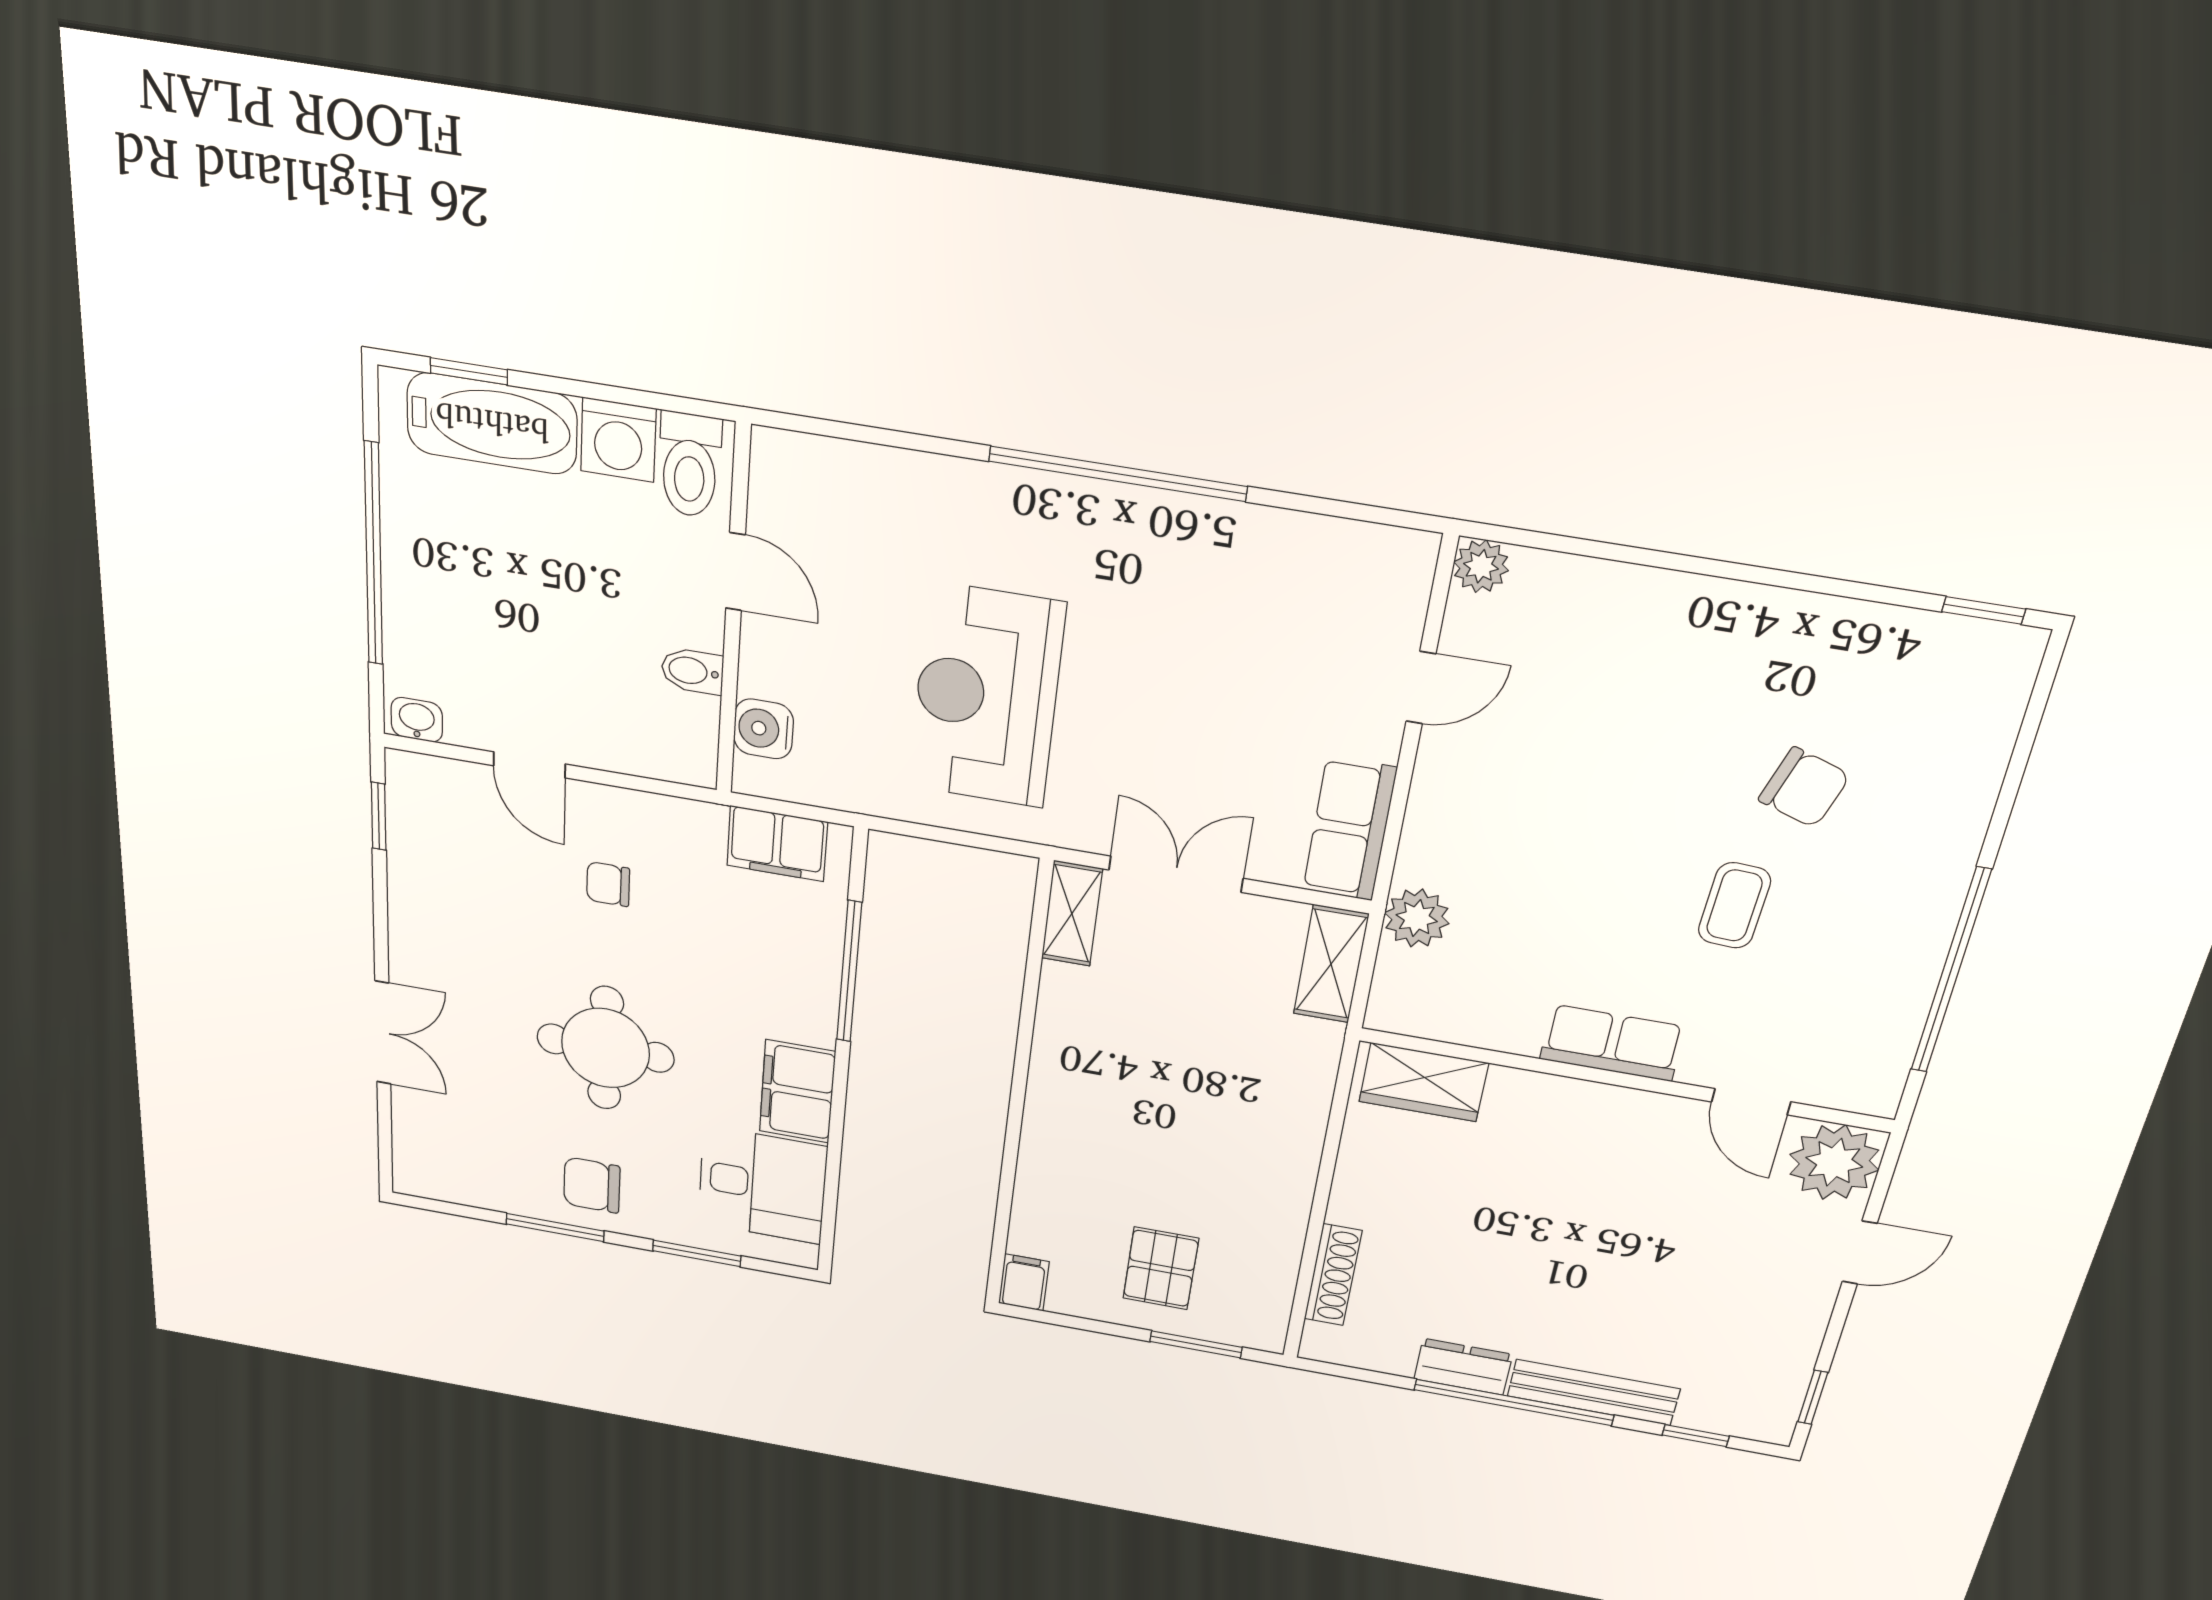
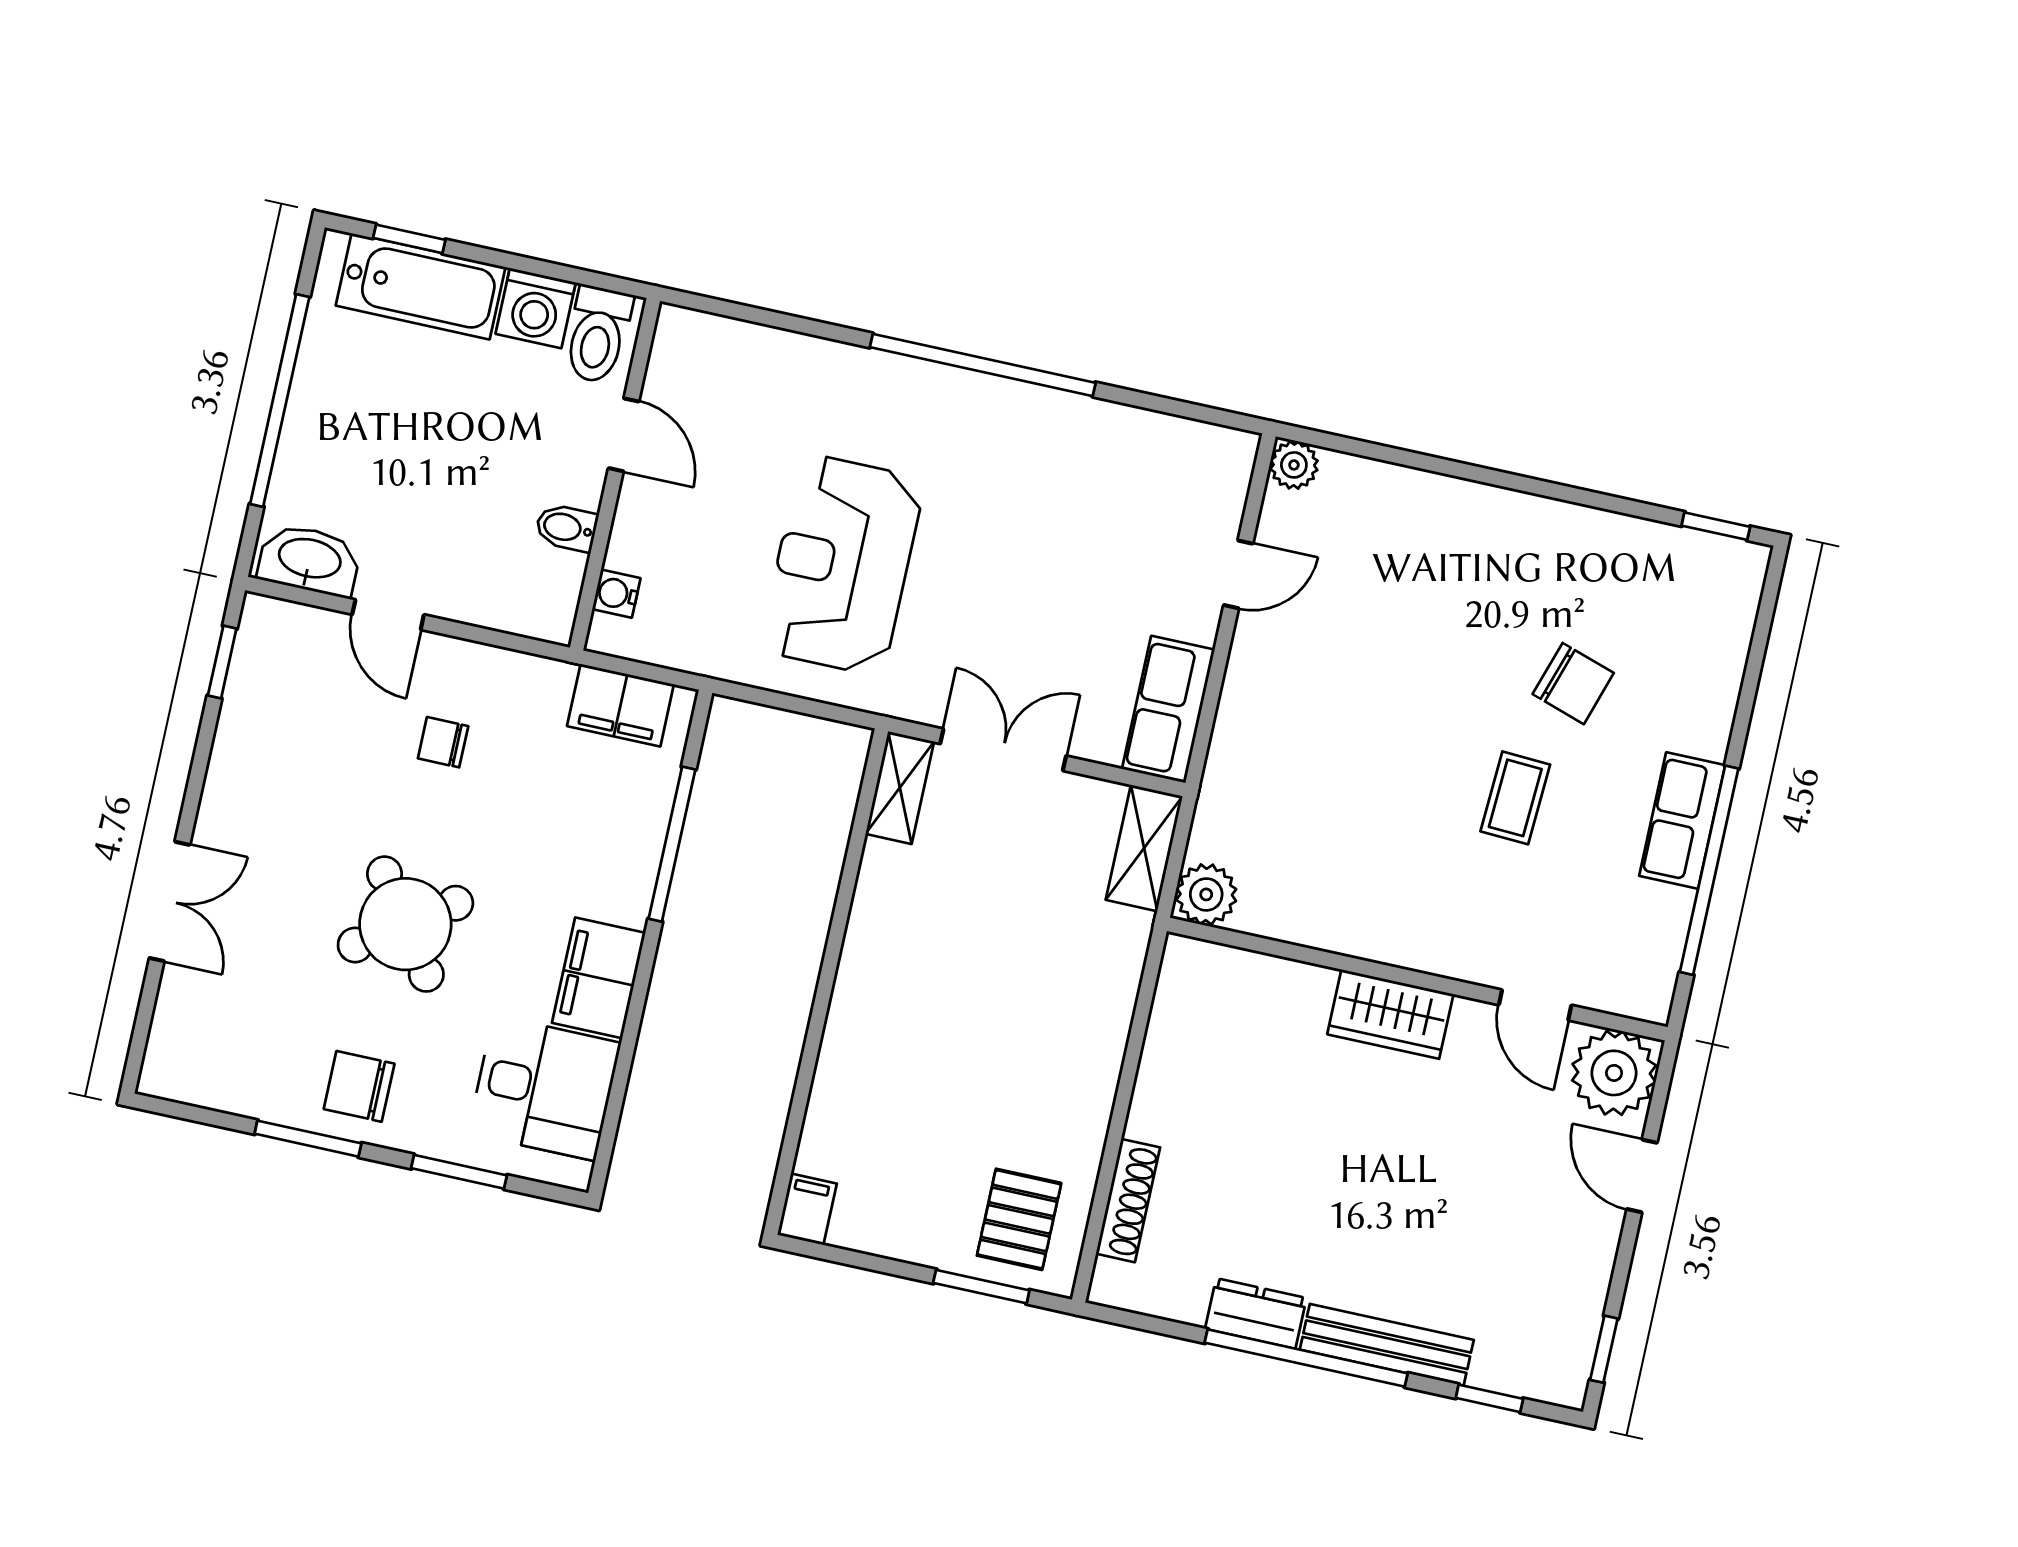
washbasin: (417, 720) -> (309, 560), width x1.91, depth x1.45
water cooler: (763, 729) -> (616, 594), width x0.72, depth x0.72
plant: (1417, 918) -> (1206, 894), moved
row of seats: (1612, 1043) -> (1682, 820), moved, turned -90
round table: (606, 1048) -> (405, 924), turned -35
wardrobe: (1424, 1082) -> (1390, 1014), moved
door: (1860, 1253) -> (1642, 1176), swing flipped
pallet: (1161, 1268) -> (1019, 1219), moved

